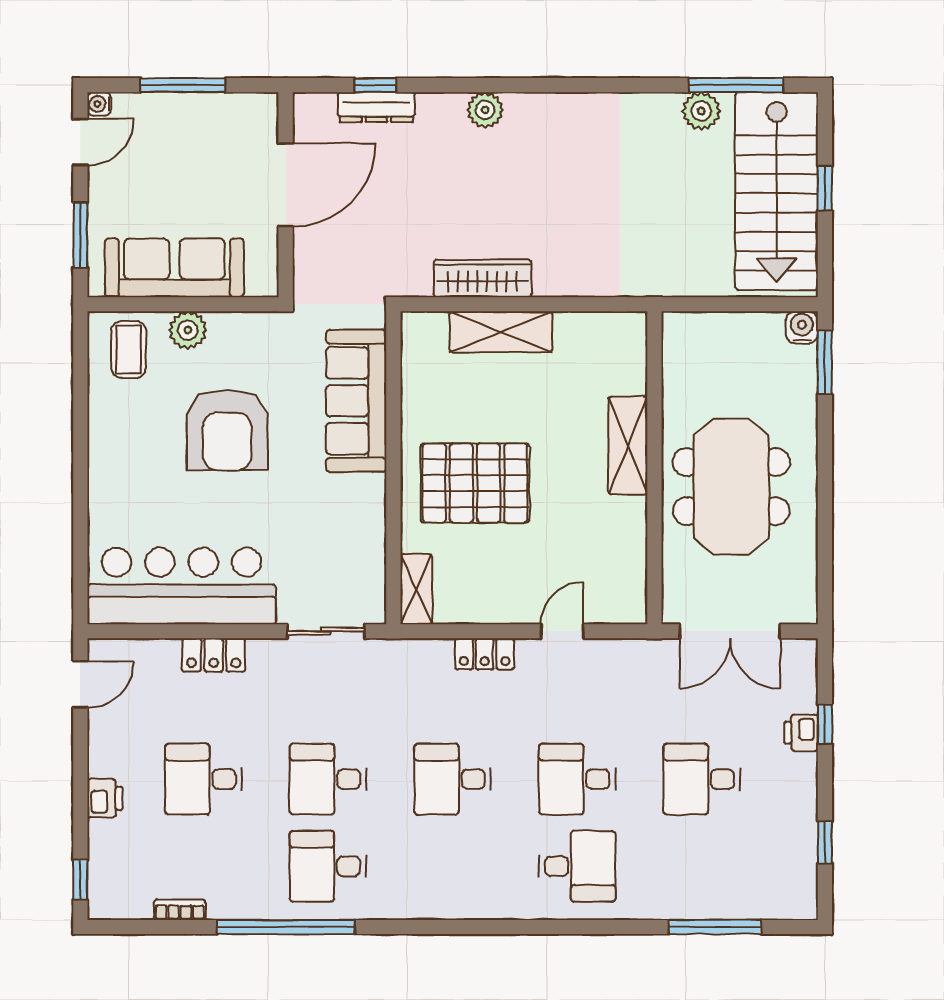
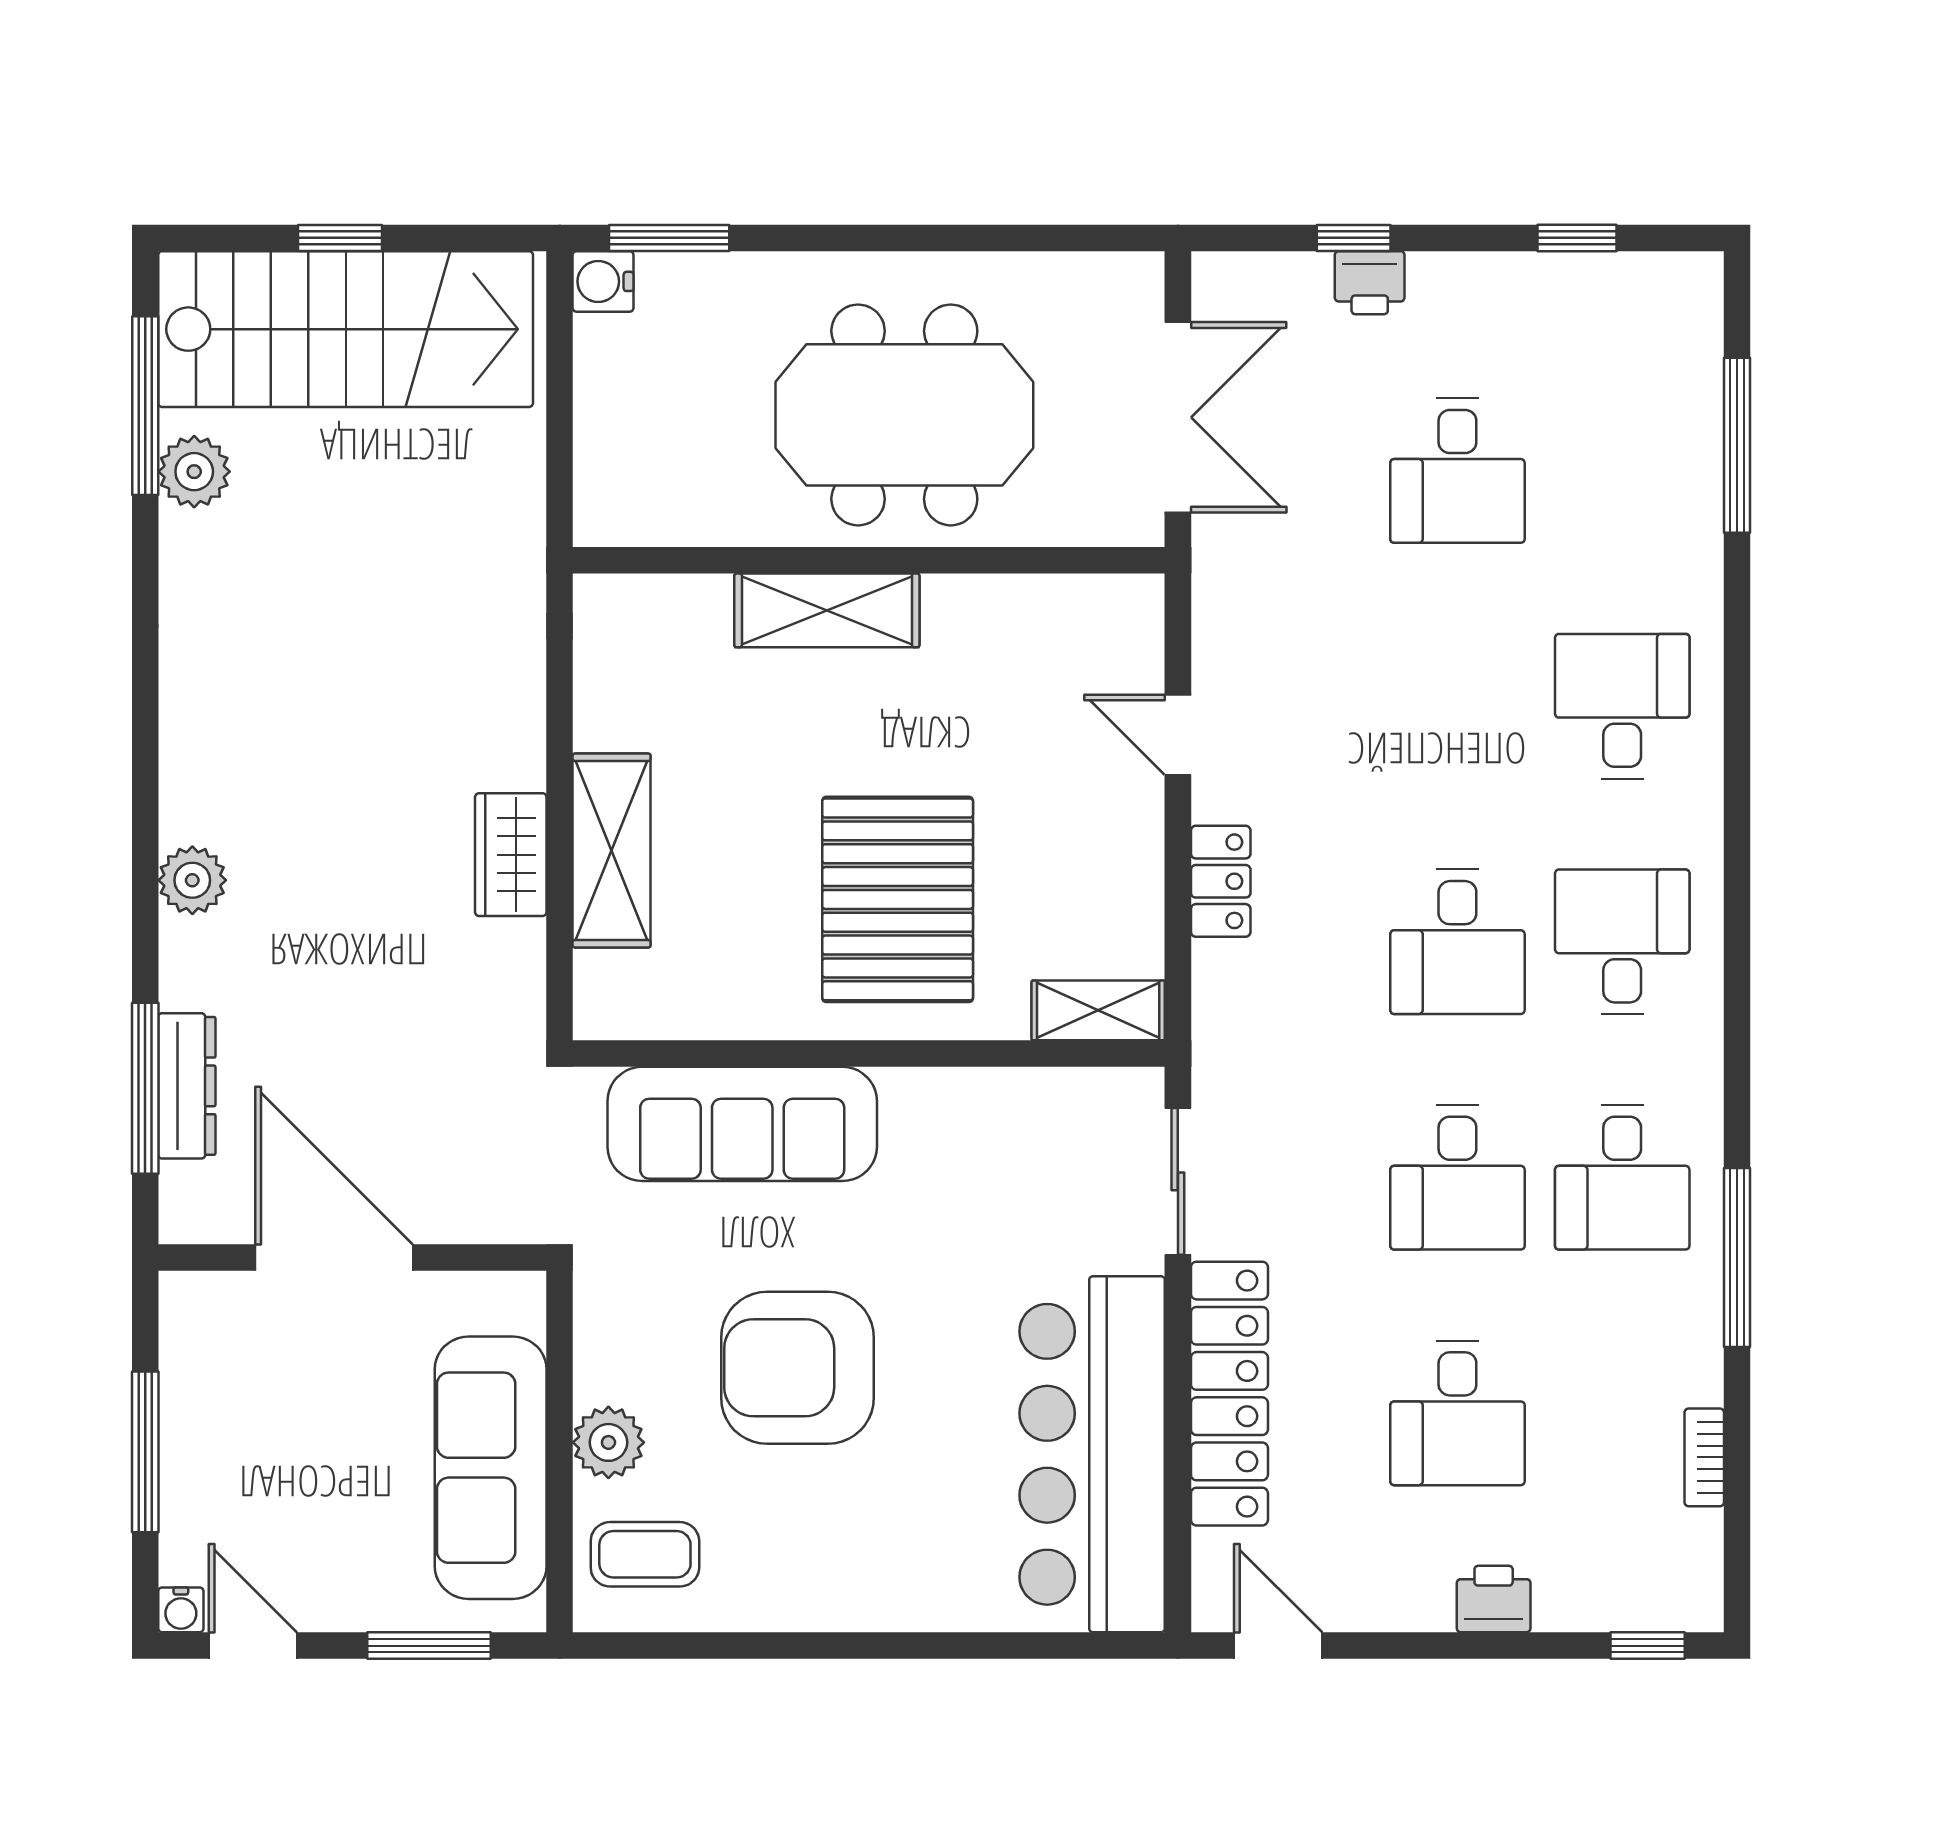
window: (375, 85) -> (145, 1088), width x2.17
wardrobe: (482, 278) -> (511, 855), width x0.67
armchair: (227, 430) -> (797, 1368), turned 180
locker: (214, 655) -> (1229, 1394), width x2.16, depth x1.21
desk: (577, 779) -> (1622, 942), moved, turned 180
window: (286, 927) -> (1737, 1257), width x0.68

